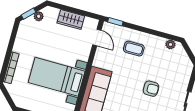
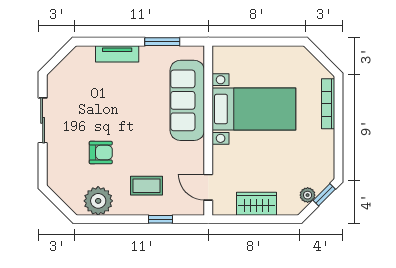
window: (115, 22) -> (161, 219), moved
plant: (170, 45) -> (98, 201), width x1.88, depth x1.88
armchair: (151, 89) -> (101, 153), moved, turned 180

